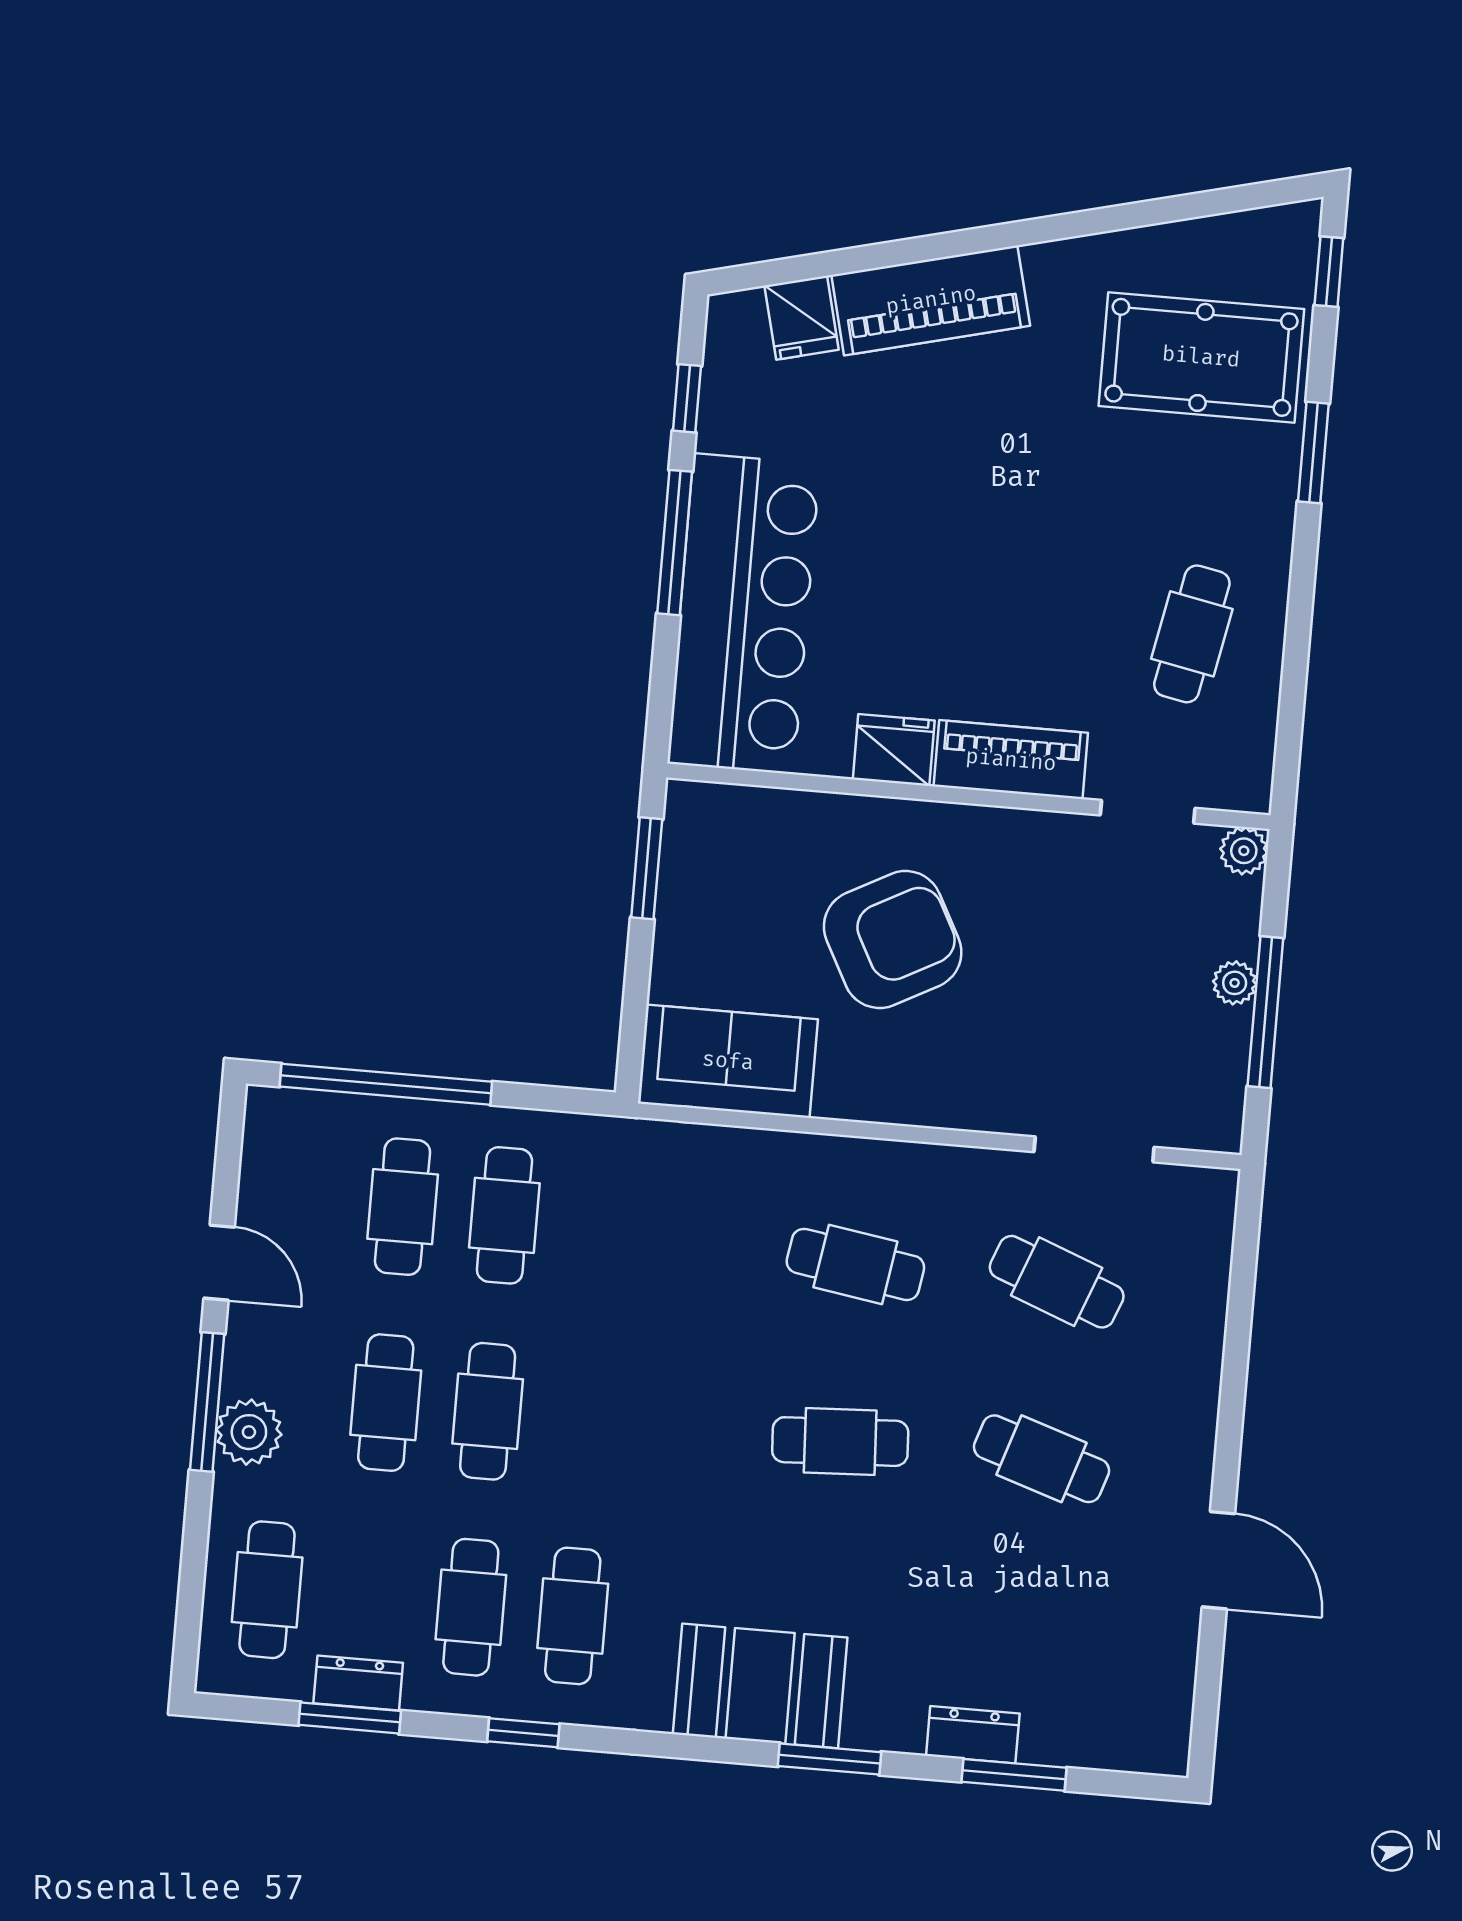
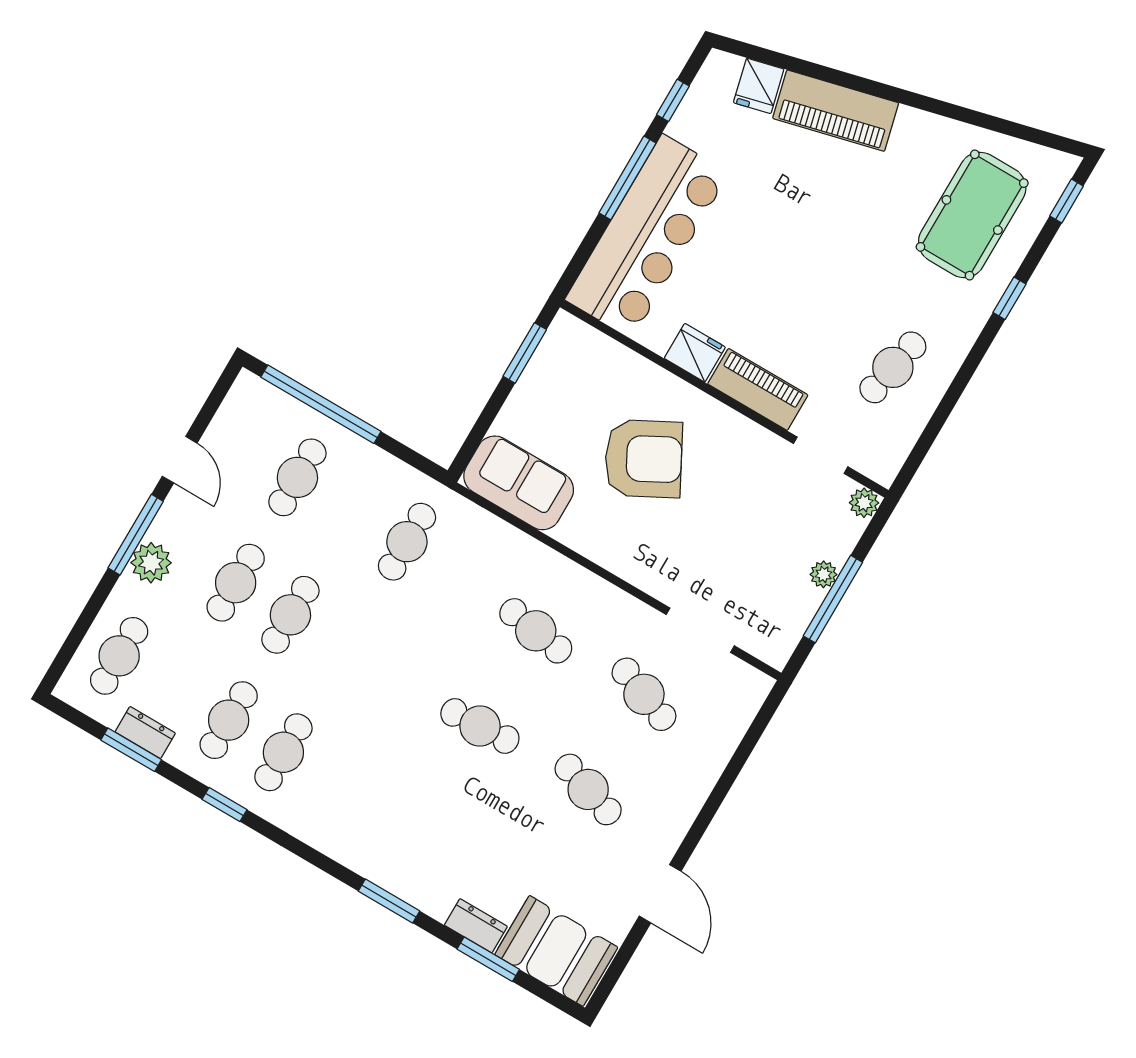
pool table: (1201, 357) -> (972, 215), turned 90
window: (1313, 452) -> (1010, 298), width x0.67
cafe table: (504, 1215) -> (407, 542), moved
booth: (760, 1686) -> (556, 951), moved

